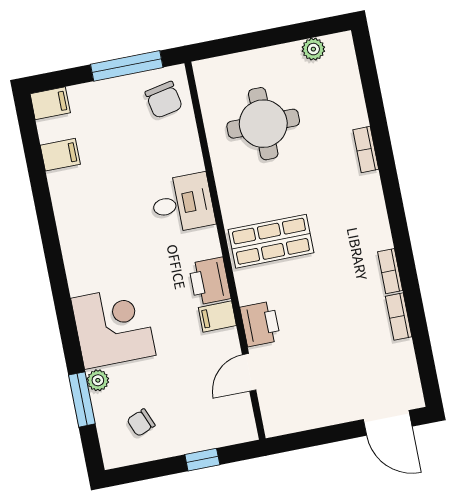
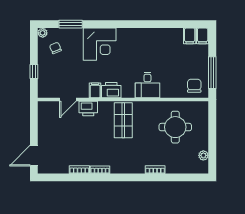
chair: (164, 100) -> (194, 86), turned 101
filing cabinet: (60, 155) -> (190, 36), moved
door: (249, 372) -> (68, 100), swing flipped
plant: (98, 380) -> (43, 33), moved

